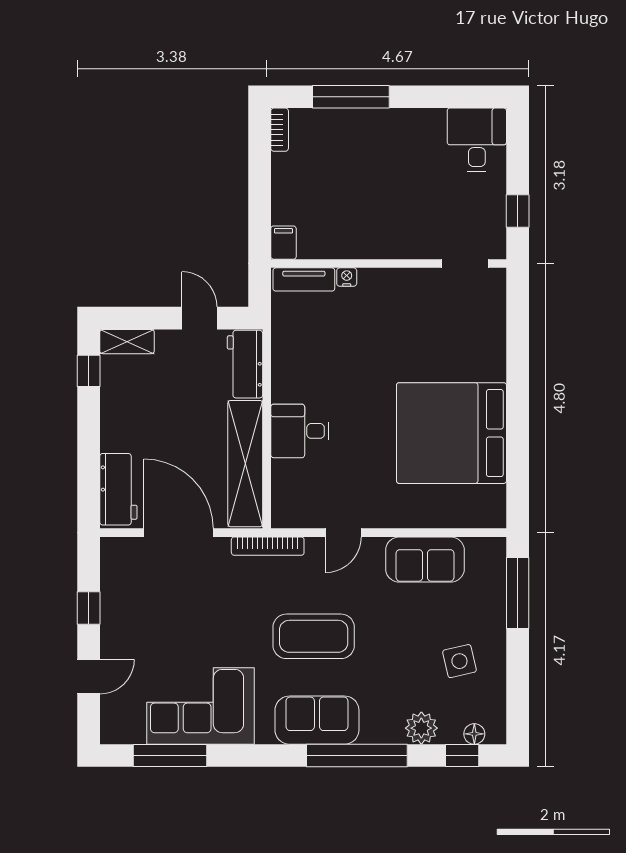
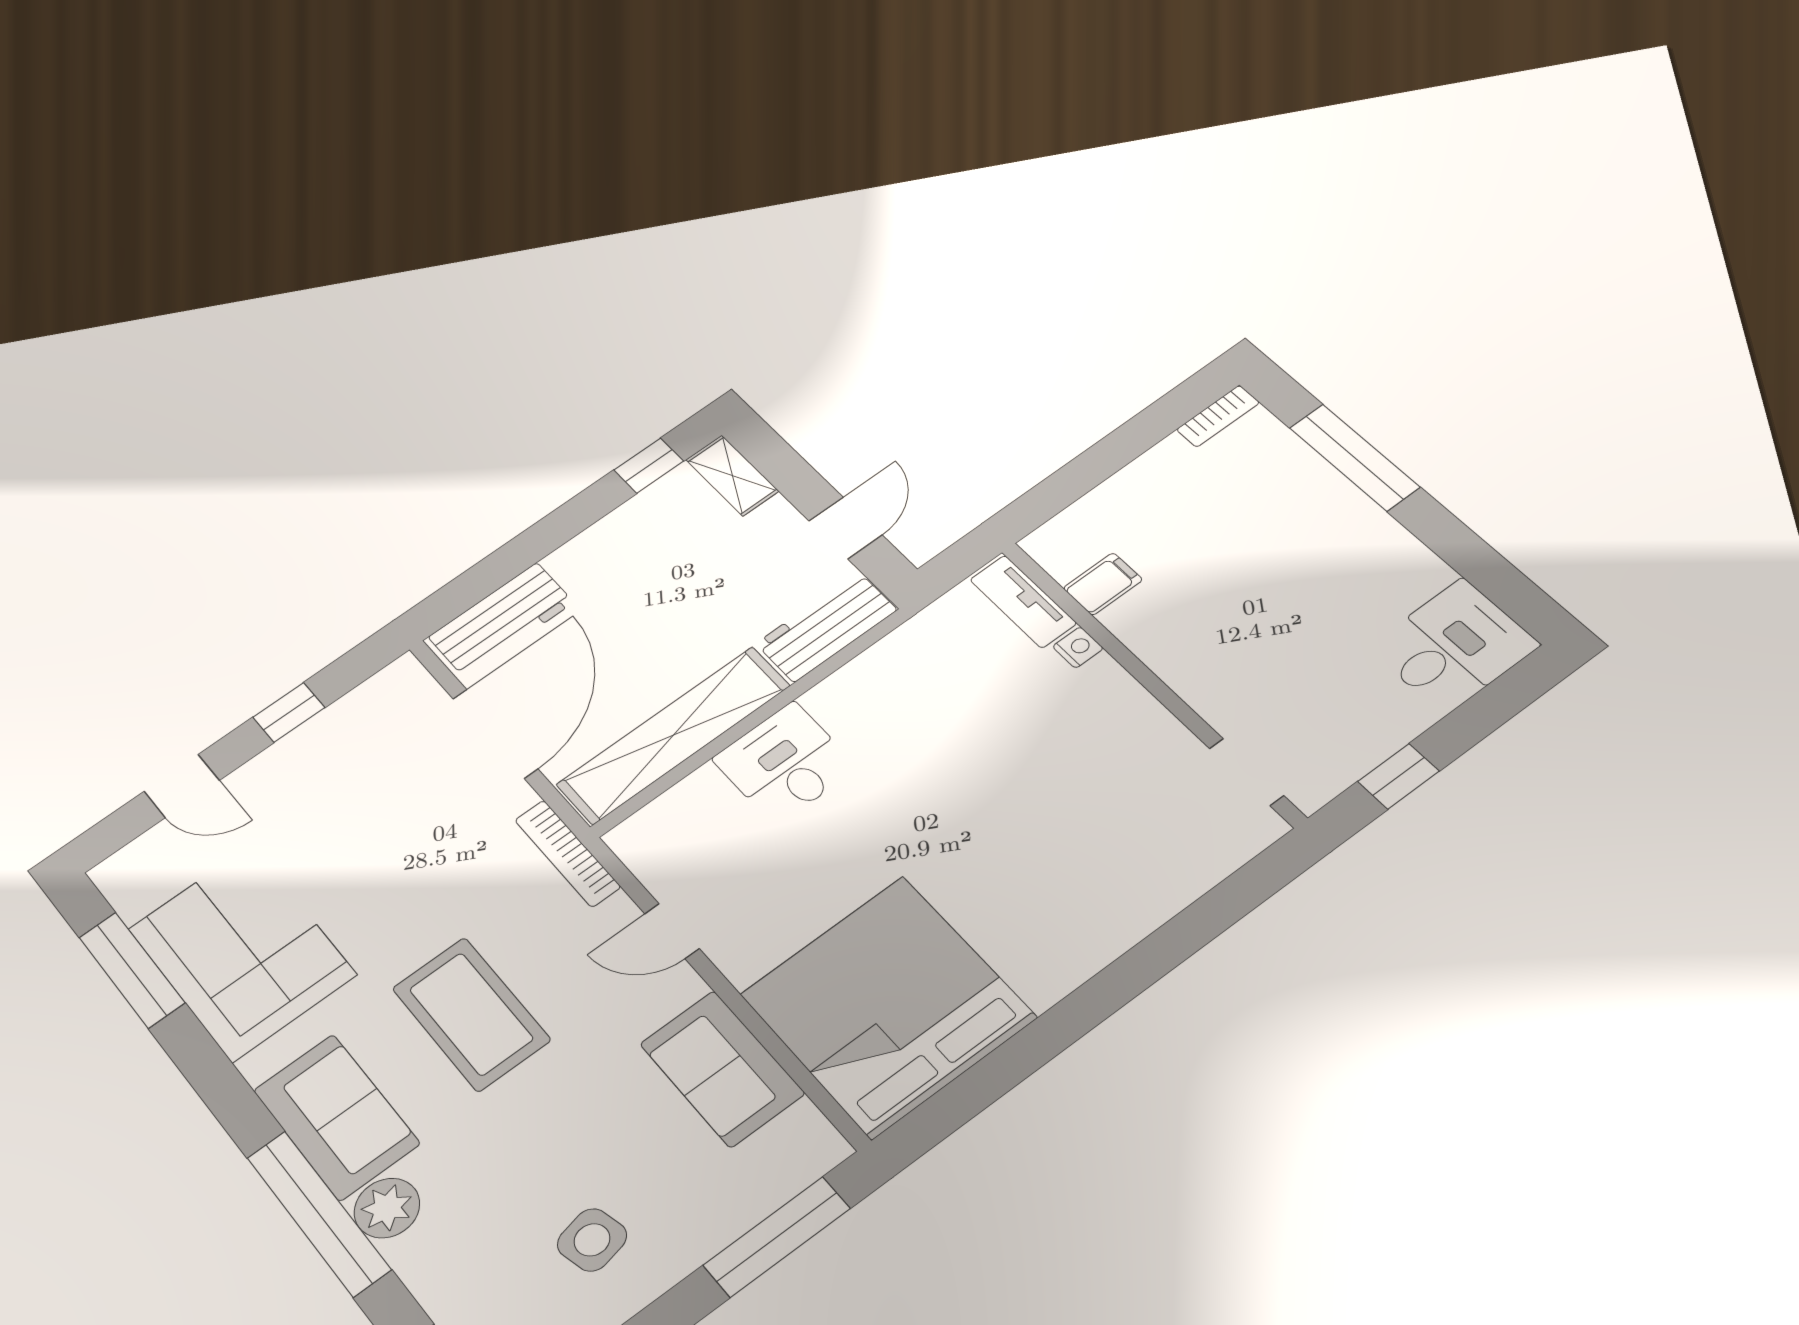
filing cabinet: (283, 243) -> (1103, 584), moved
bed: (451, 433) -> (887, 1006), moved
plant: (421, 728) -> (387, 1208), moved

